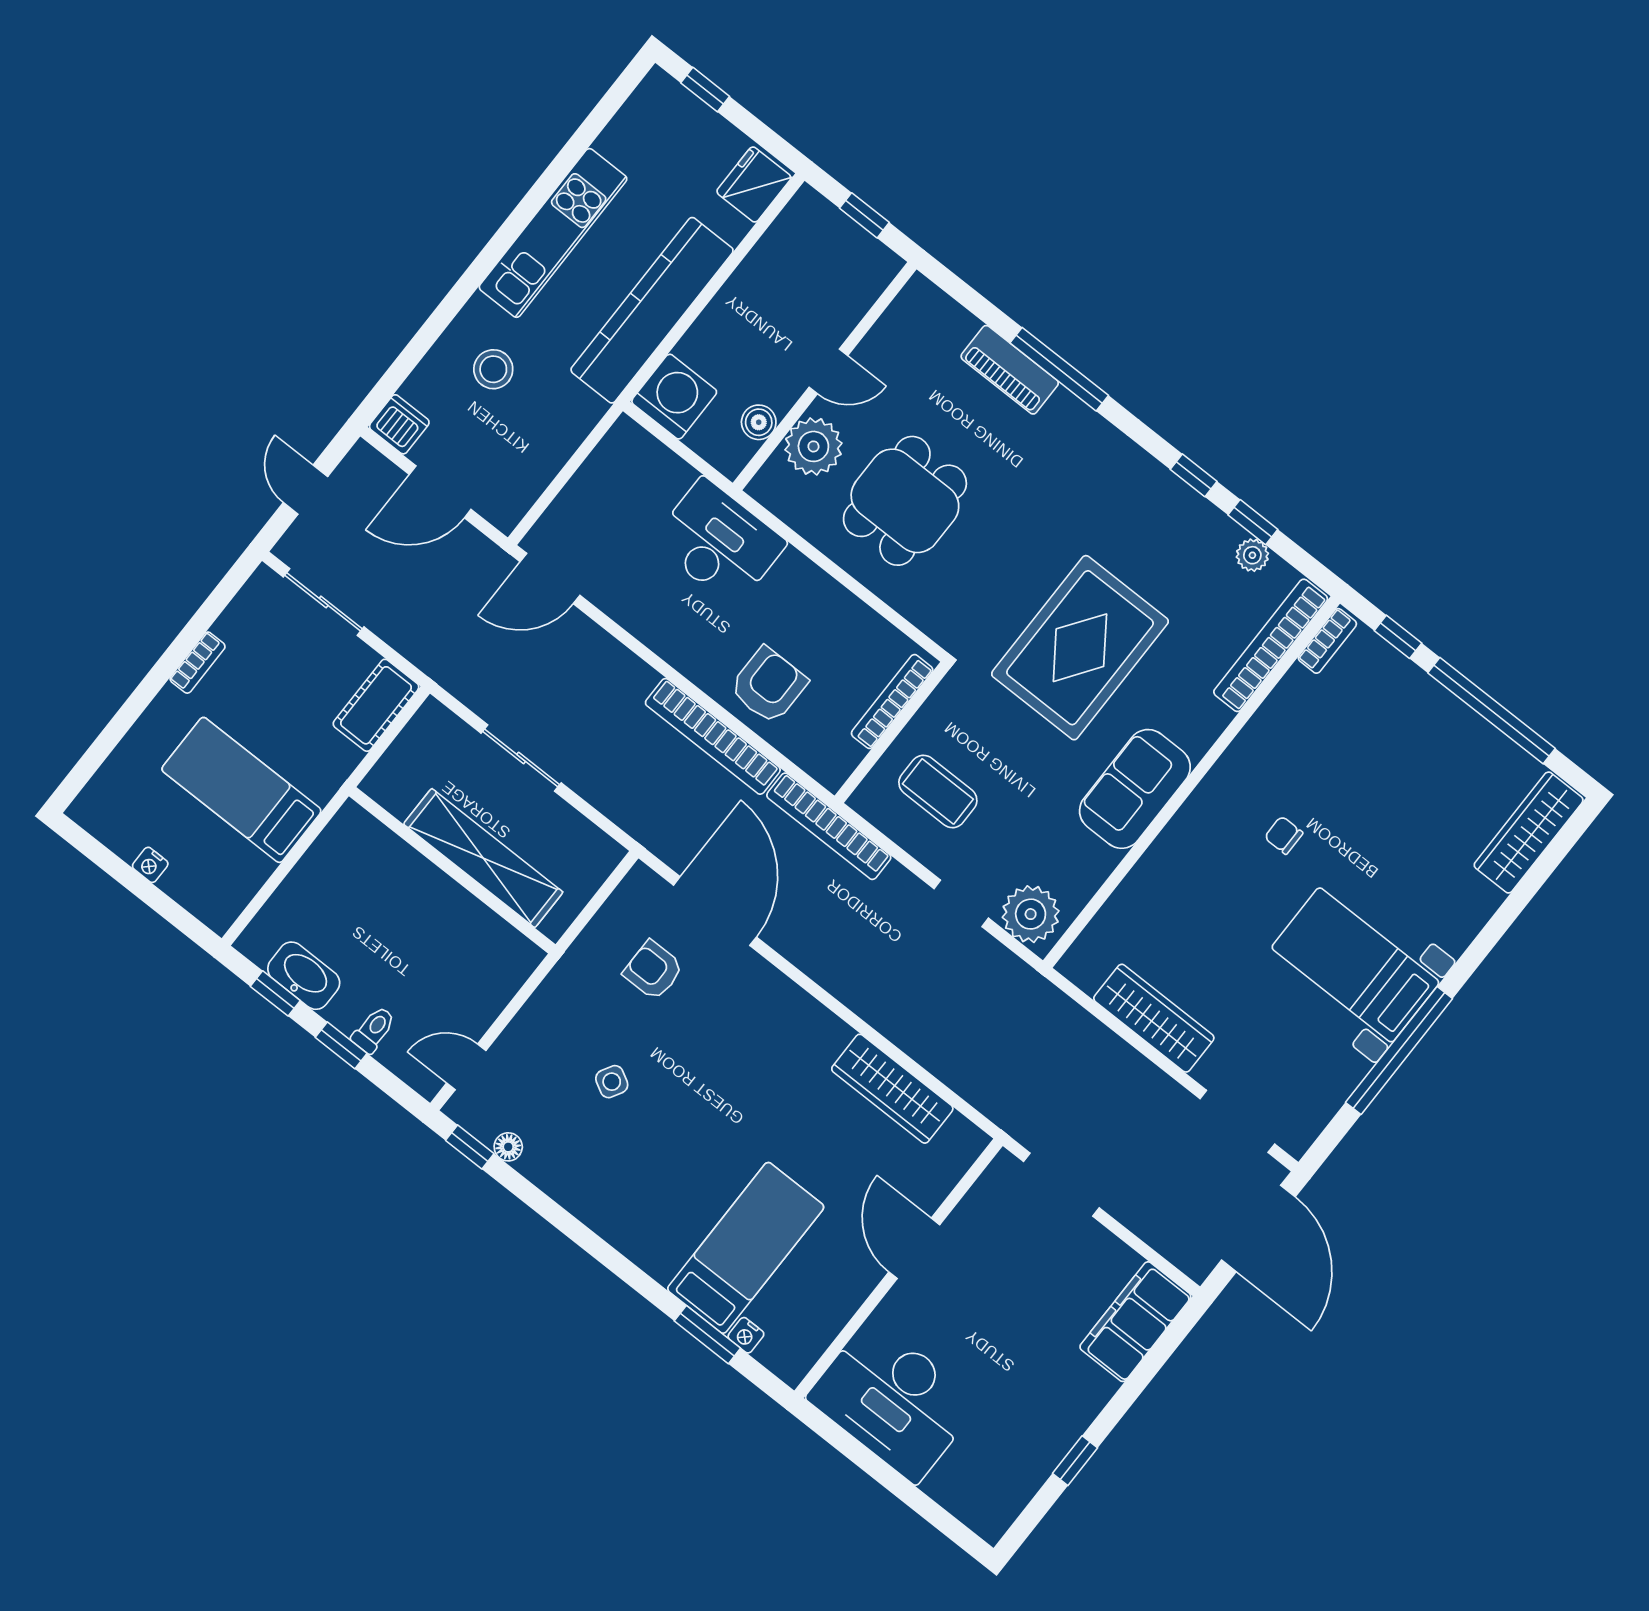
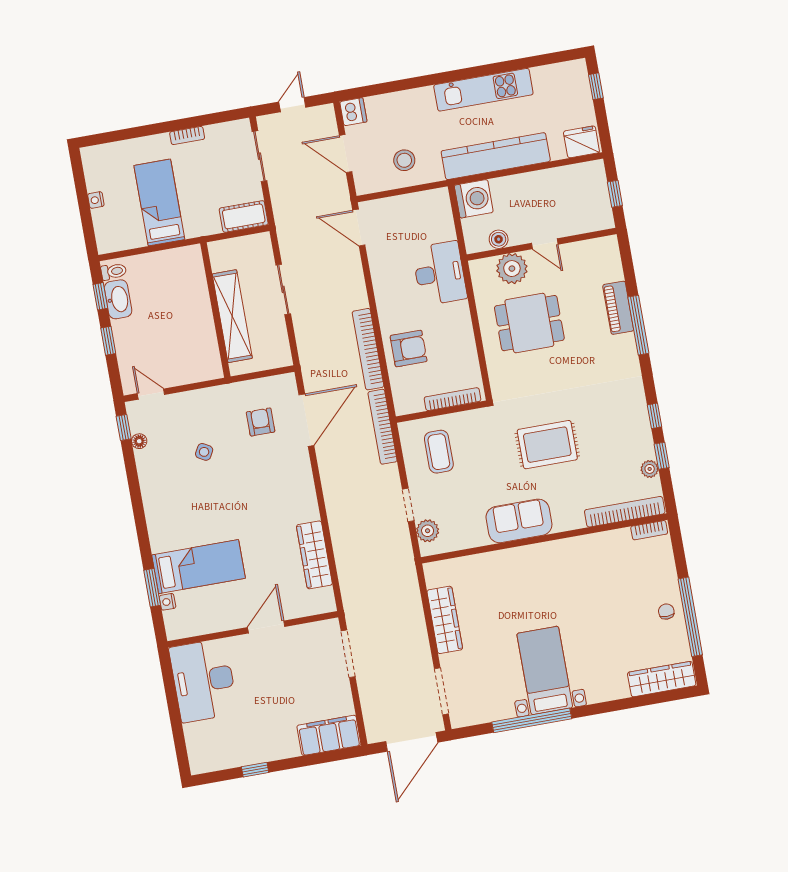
stool: (493, 369) -> (404, 160), moved
window: (1398, 637) -> (679, 554), removed
rug: (1080, 648) -> (547, 445), width x0.73, depth x0.69
chair: (1284, 835) -> (666, 611), moved
plant: (1031, 914) -> (428, 531), width x0.73, depth x0.73
toilet: (374, 1030) -> (114, 271), moved

